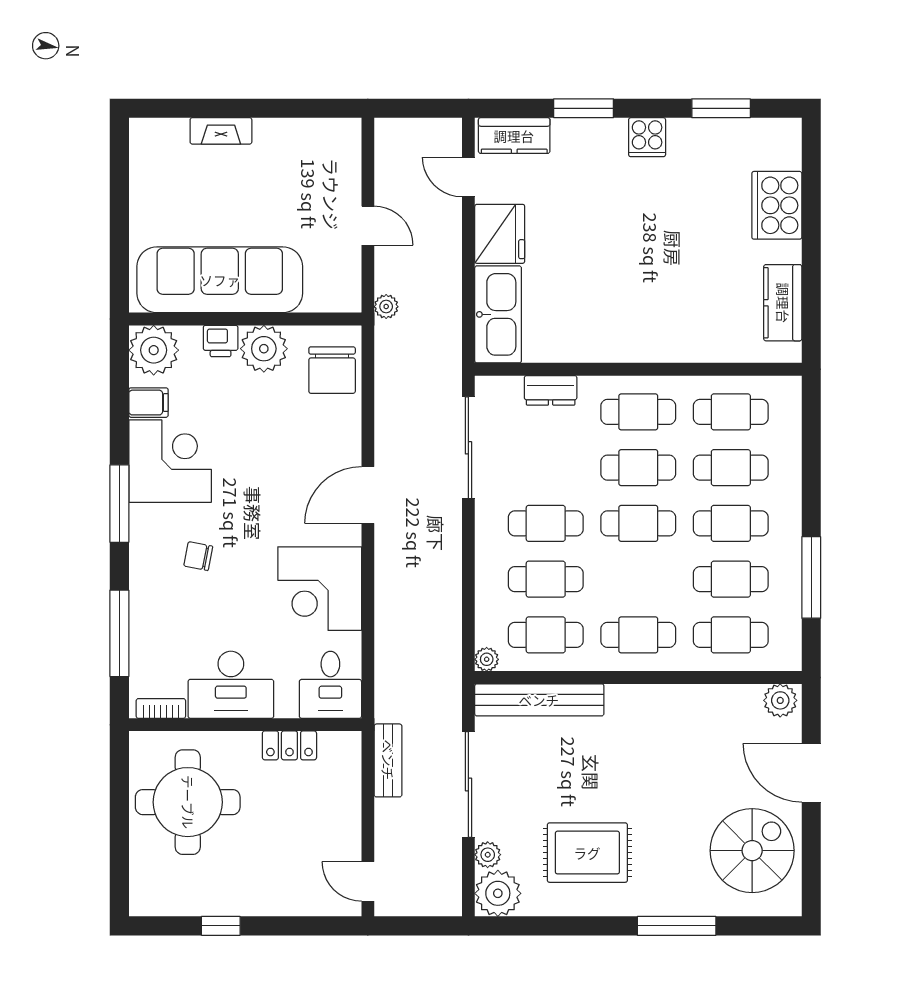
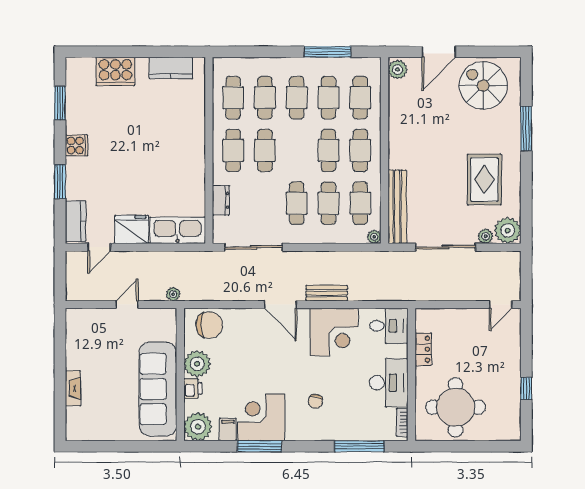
window: (119, 504) -> (260, 446), moved
cafe table: (638, 523) -> (328, 150), moved
bench: (388, 760) -> (327, 293), moved

